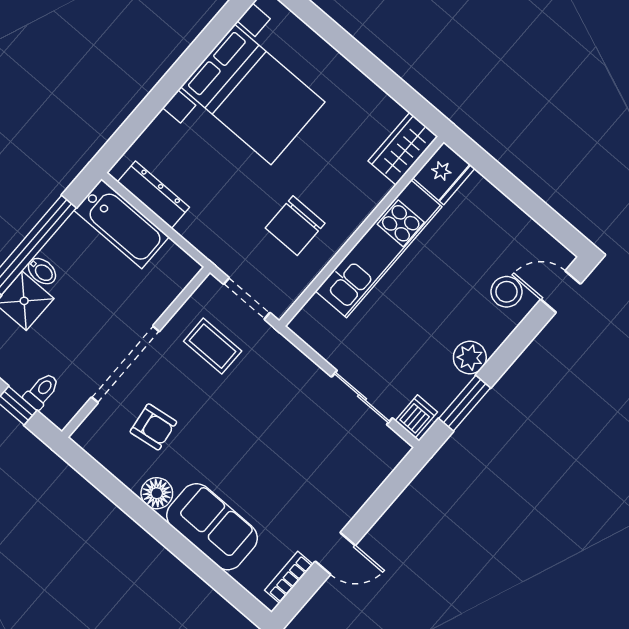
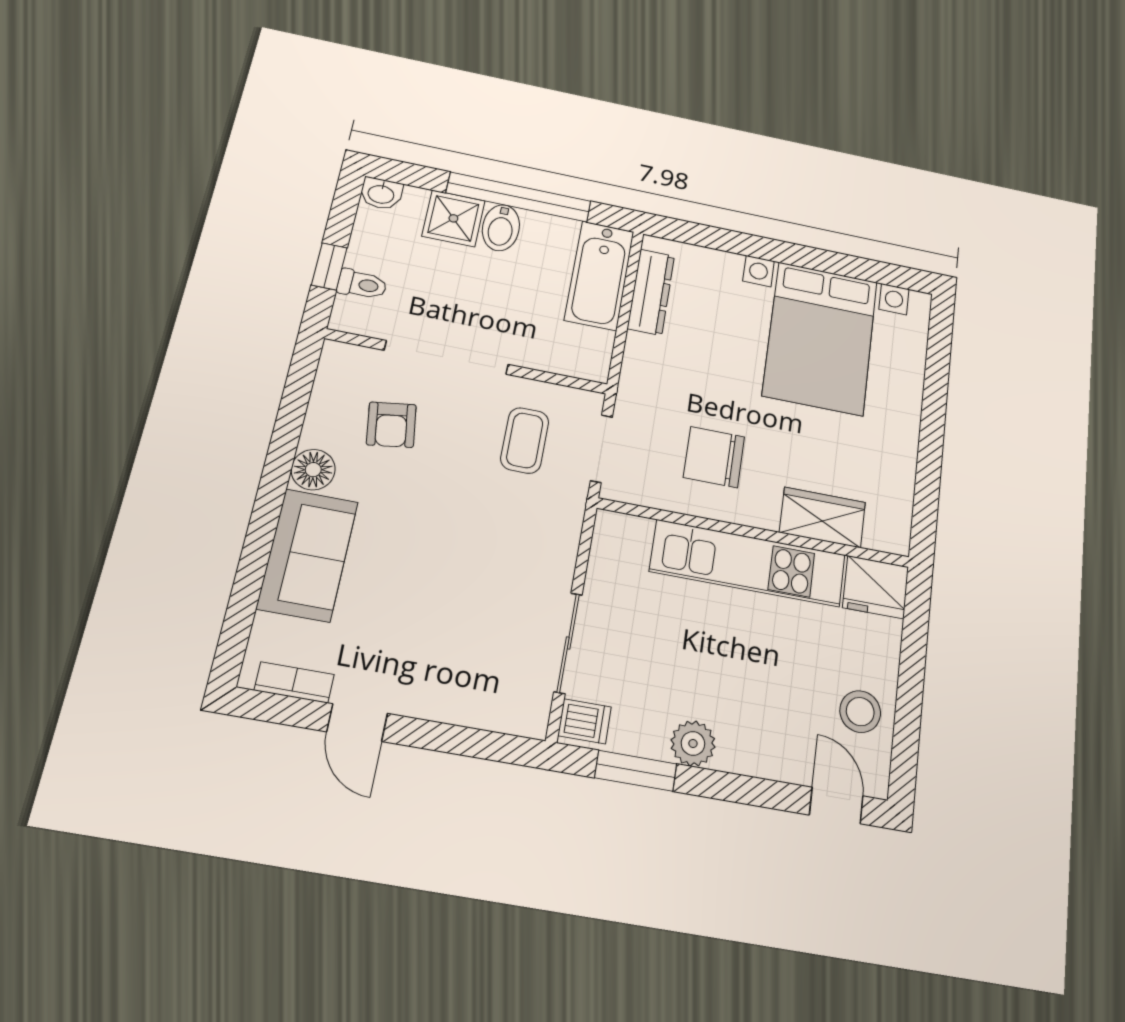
wardrobe: (403, 149) -> (822, 517), moved
bidet: (42, 271) -> (501, 228), width x1.38, depth x1.36
stool: (507, 292) -> (860, 712), moved

